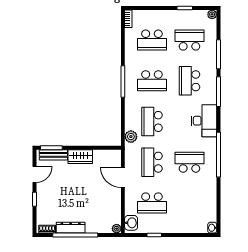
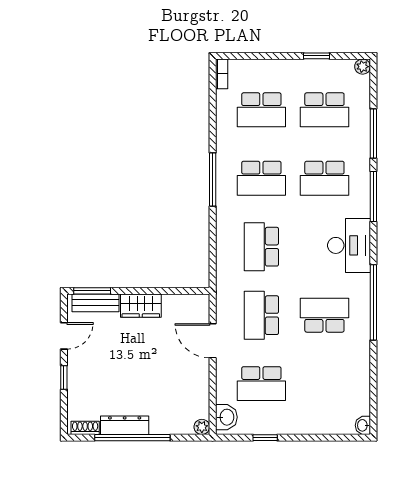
school desk: (189, 40) -> (324, 110), turned 180
school desk: (189, 81) -> (324, 178), turned -90
plant: (131, 137) -> (226, 272), removed

